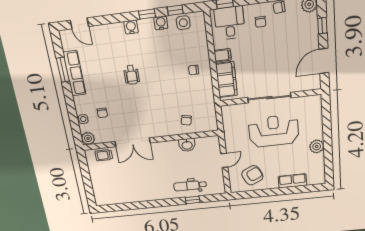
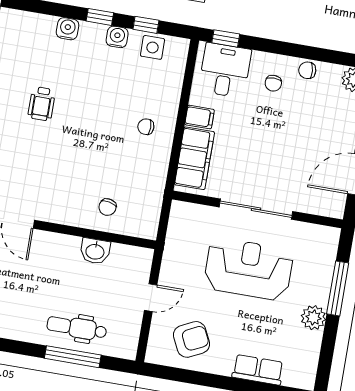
window: (327, 127) -> (338, 288), added
window: (193, 200) -> (73, 357), width x2.17

